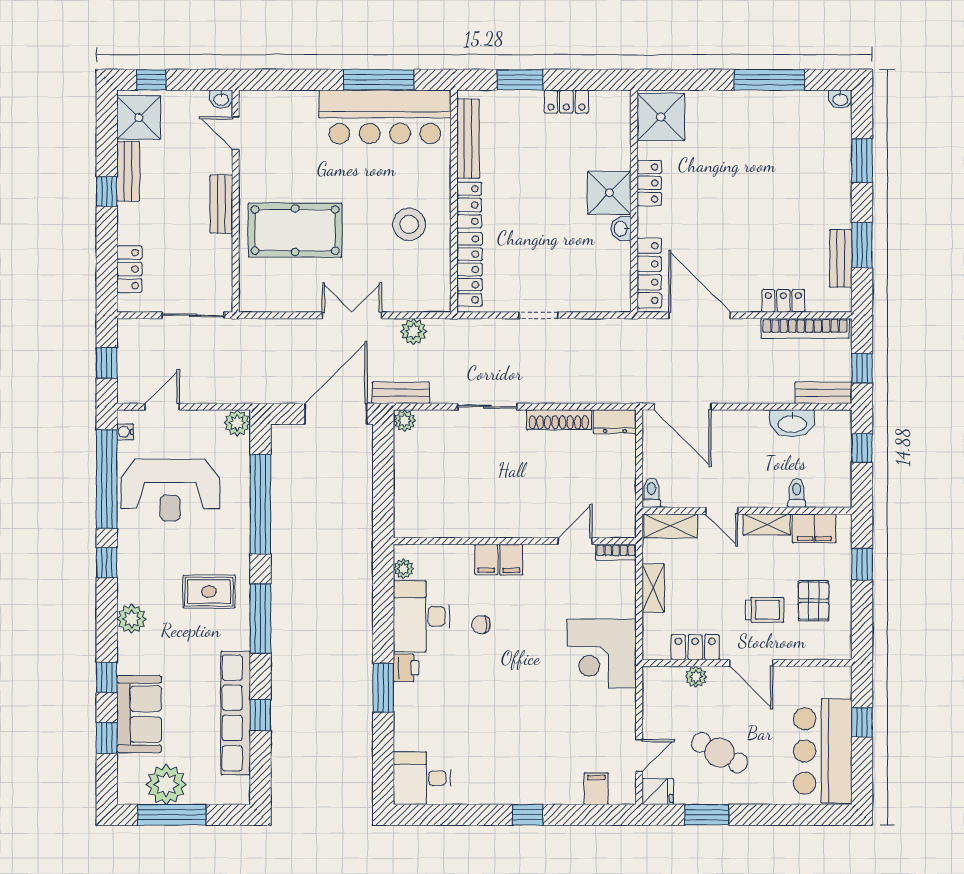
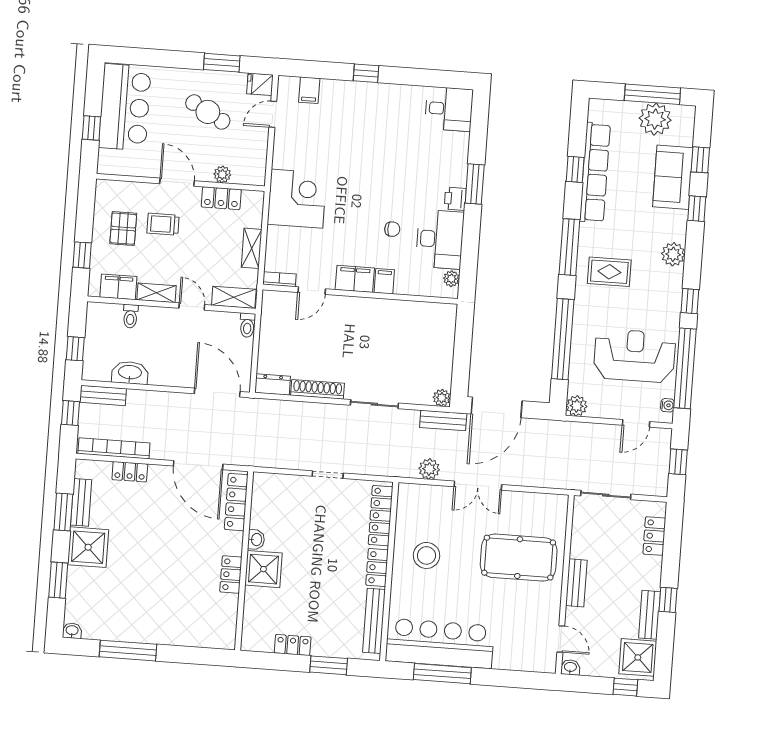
shower: (661, 117) -> (88, 547), moved
filing cabinet: (511, 560) -> (355, 279), width x2.00

